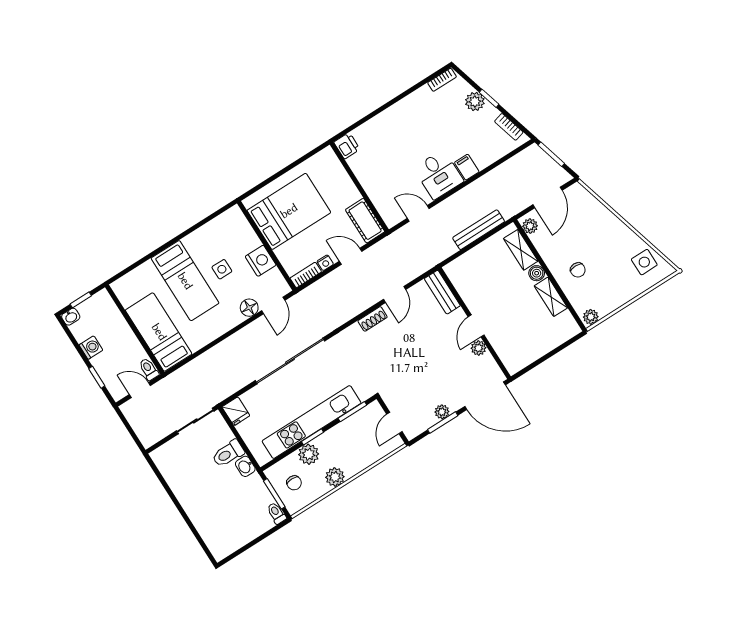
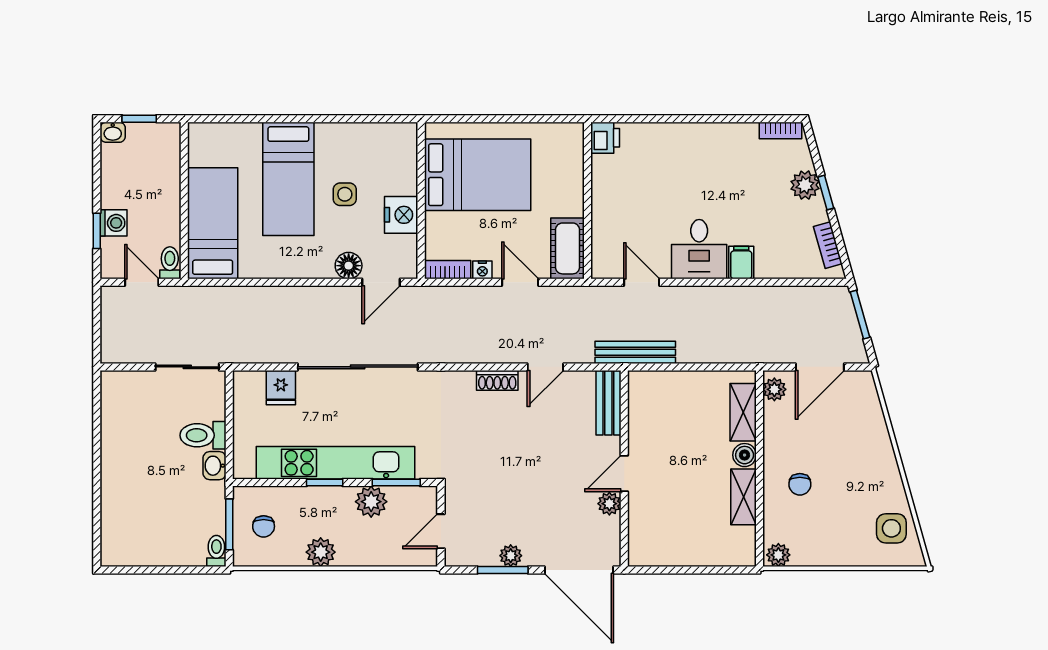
bench: (479, 230) -> (635, 352), moved
washing machine: (91, 348) -> (114, 223), moved
fridge: (236, 411) -> (281, 388), moved
plant: (309, 454) -> (371, 502), moved

